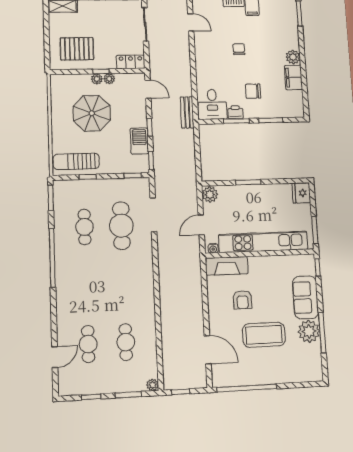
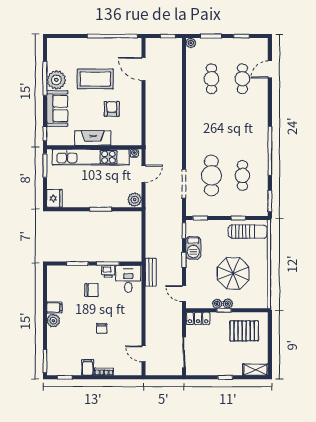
filing cabinet: (293, 77) -> (54, 307), width x0.50
fireplace: (227, 266) -> (93, 138), moved

